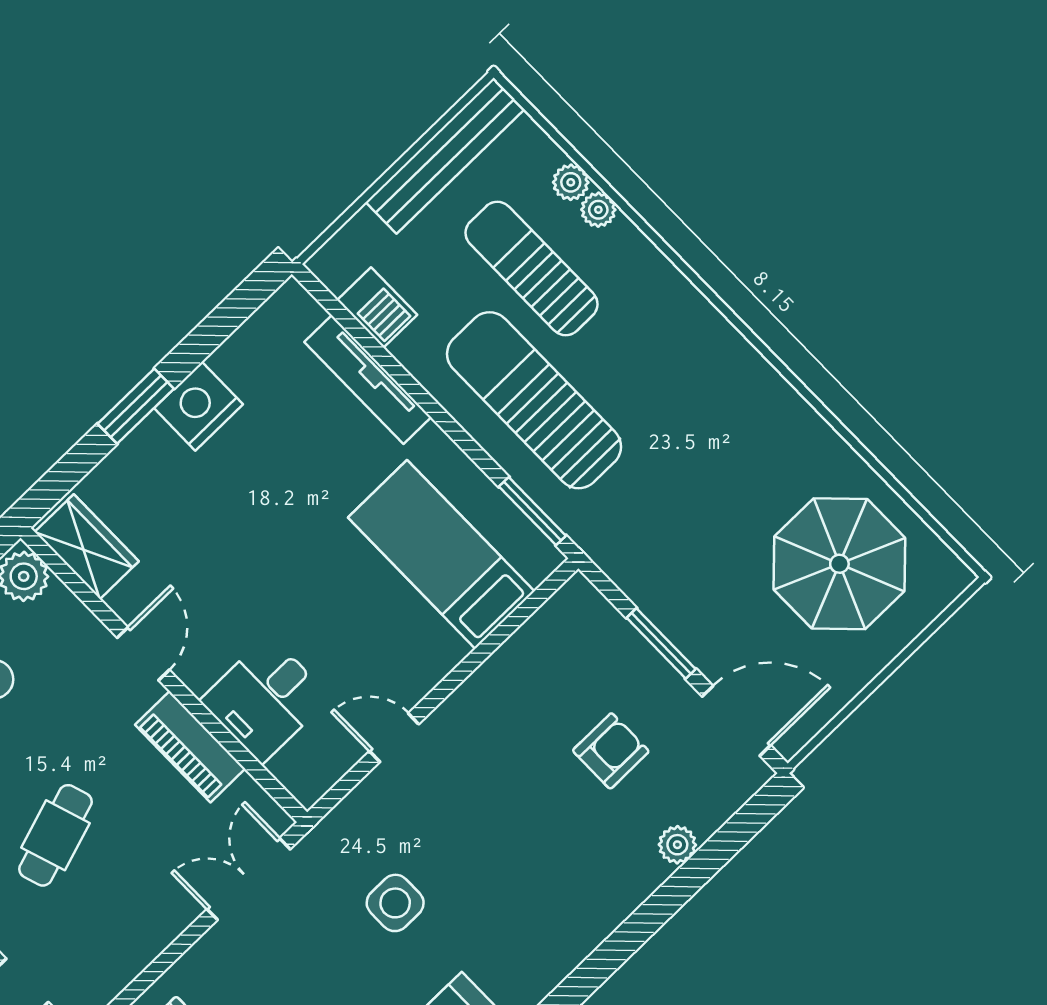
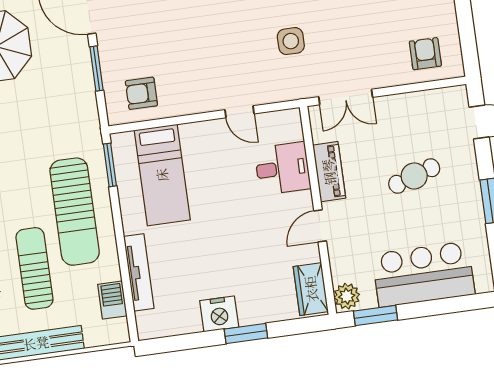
sun lounger: (532, 268) -> (34, 268), turned 180
armchair: (611, 751) -> (141, 93), moved

